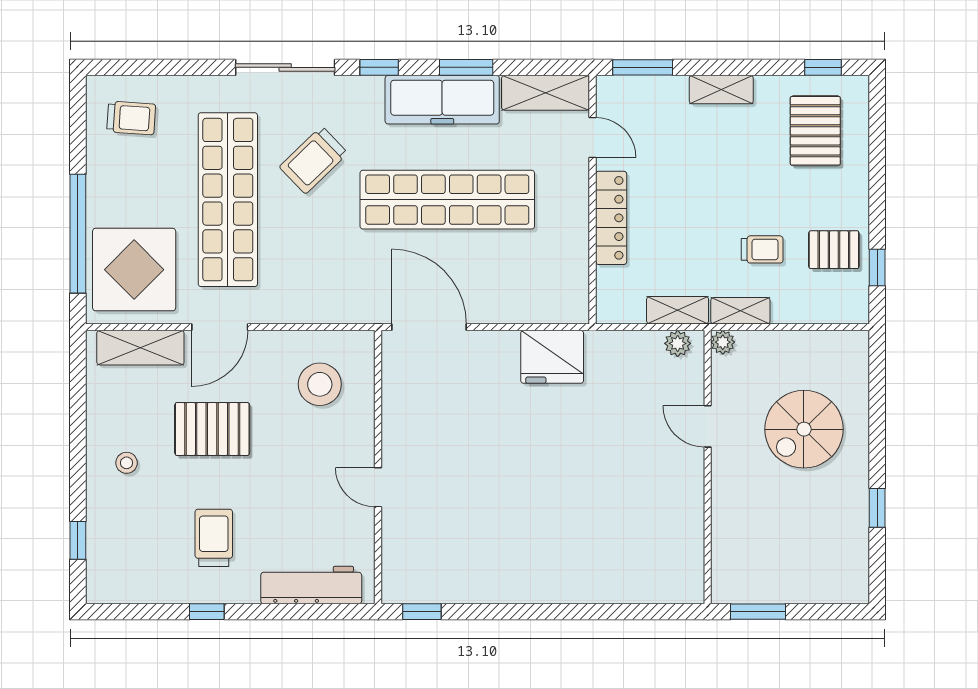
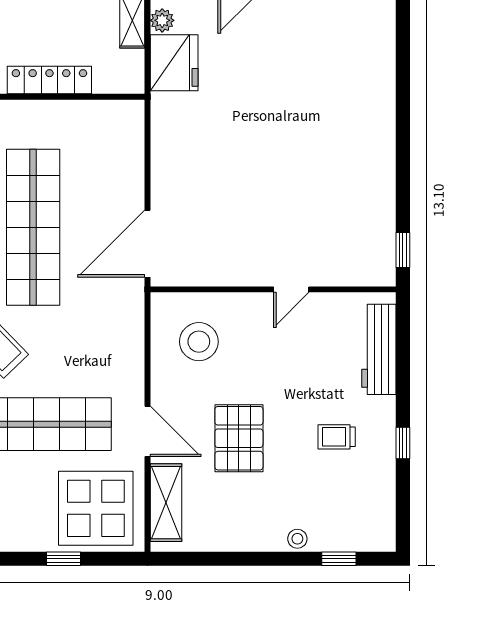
window: (78, 234) -> (64, 559), width x0.32
fridge: (552, 357) -> (174, 63), moved
stool: (127, 463) -> (297, 539), moved
trolley: (214, 538) -> (337, 437), width x0.73, depth x0.72

